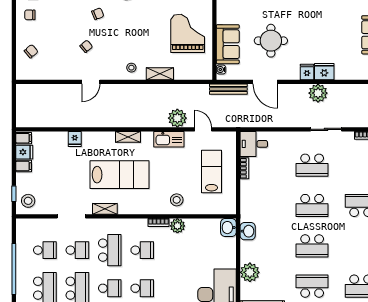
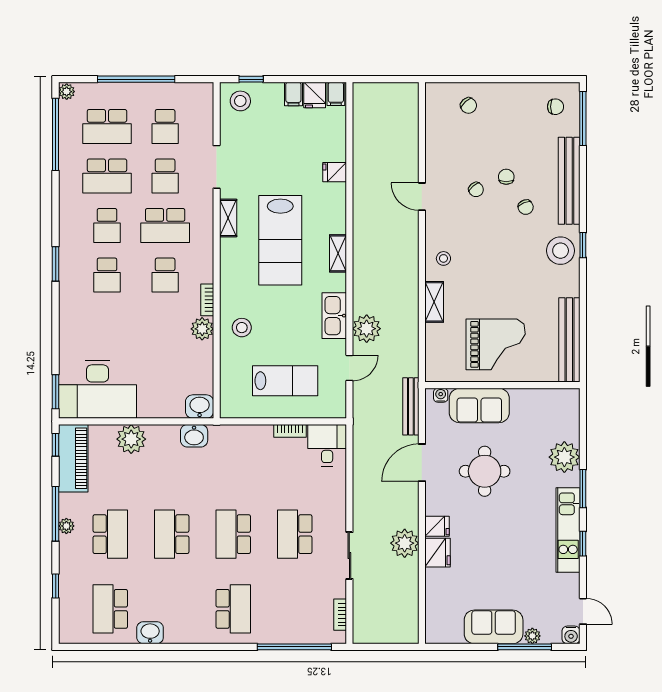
chair: (30, 15) -> (506, 177), moved

